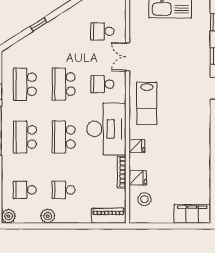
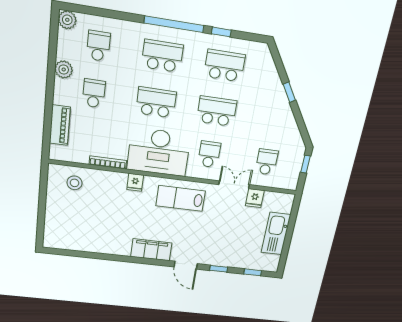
fridge: (138, 178) -> (255, 198), moved
filing cabinet: (192, 214) -> (151, 250), moved, turned -90
piano: (108, 216) -> (60, 125), moved

